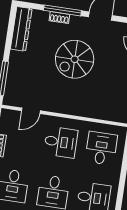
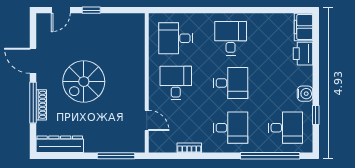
shoe rack: (59, 18) -> (41, 105), width x1.43
spiral stairs: (75, 59) -> (84, 82), turned 90

